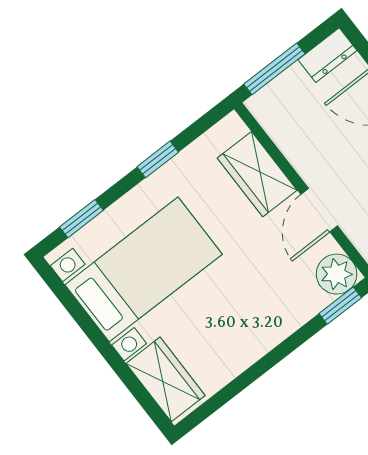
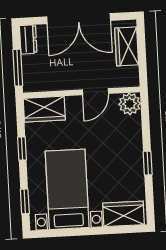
wardrobe: (257, 174) -> (44, 109), moved
door: (319, 210) -> (95, 92), hinge flipped
window: (340, 306) -> (148, 163), moved

